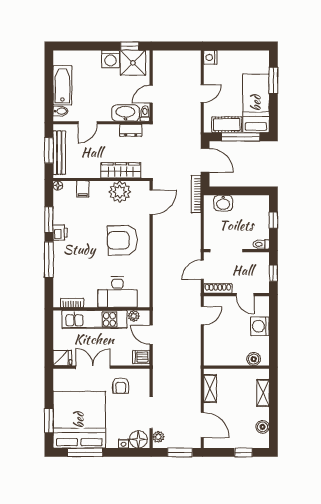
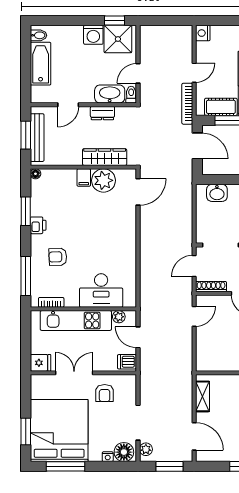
bidet: (61, 111) -> (39, 35), moved
dresser: (131, 130) -> (102, 113), moved
filing cabinet: (83, 189) -> (84, 178), moved
bookcase: (196, 194) -> (187, 104), moved
armchair: (122, 240) -> (58, 257), moved, width x0.53, depth x0.53
window: (49, 260) -> (26, 276), moved

